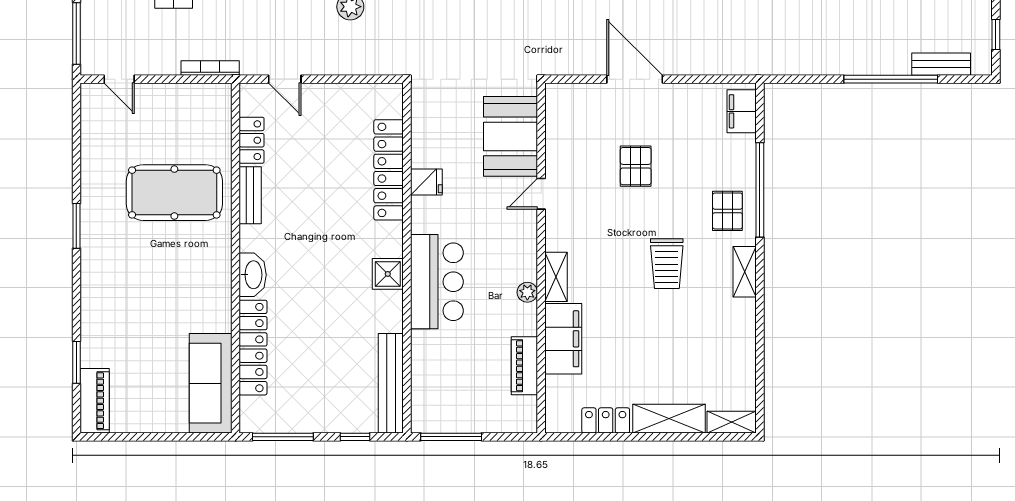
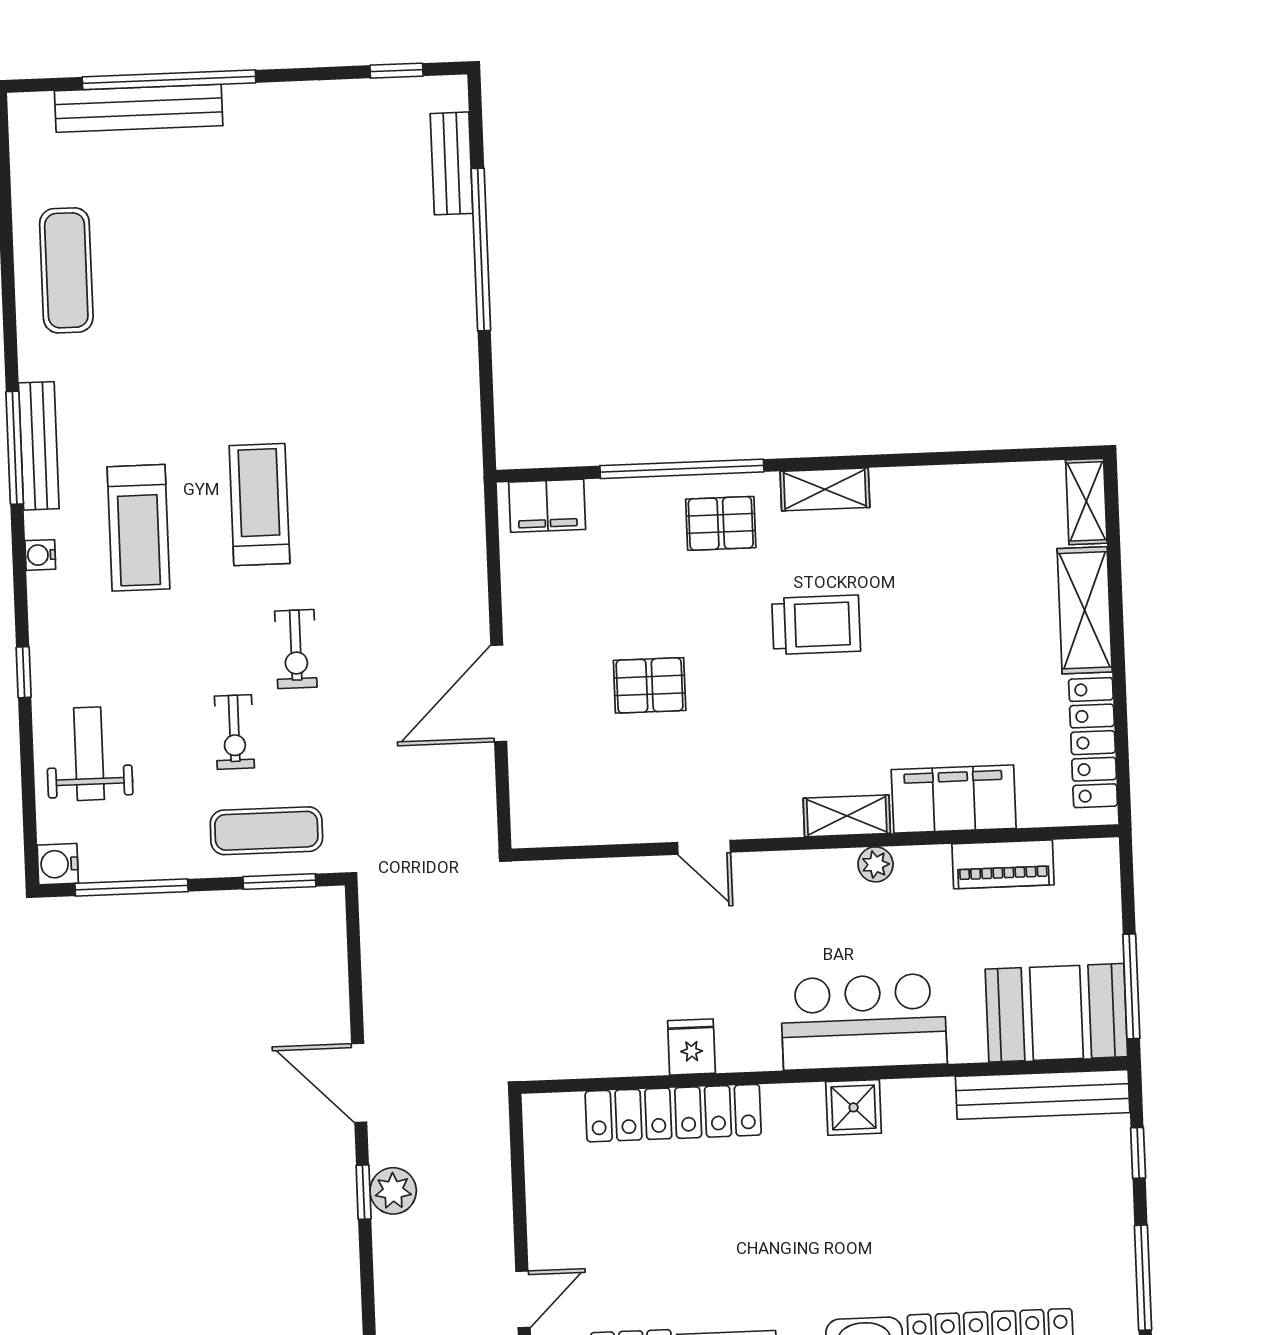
booth: (511, 136) -> (1056, 1013), moved
locker: (606, 420) -> (1093, 743), width x1.53

